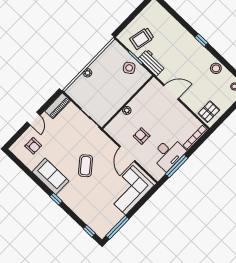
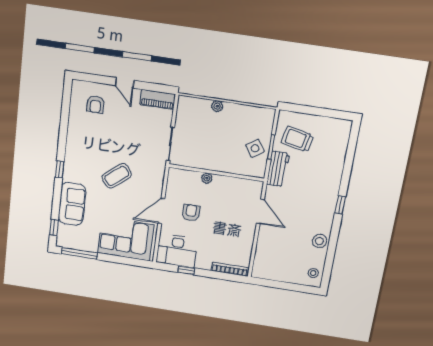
pallet: (209, 112) -> (267, 265), removed
door: (34, 119) -> (125, 83), hinge flipped
desk: (168, 154) -> (177, 251), moved
window: (177, 166) -> (186, 270), width x0.46
sofa: (50, 176) -> (72, 204), moved

